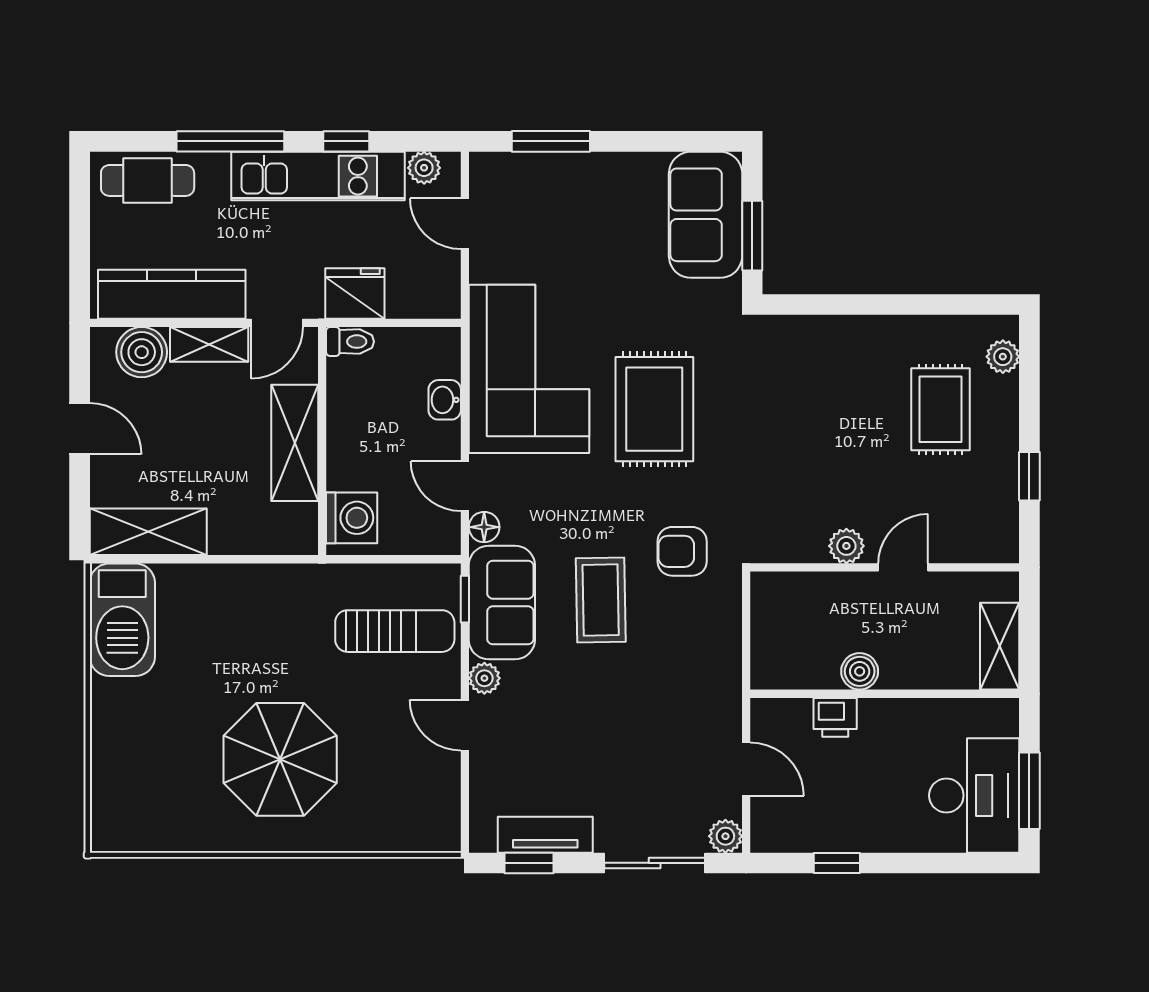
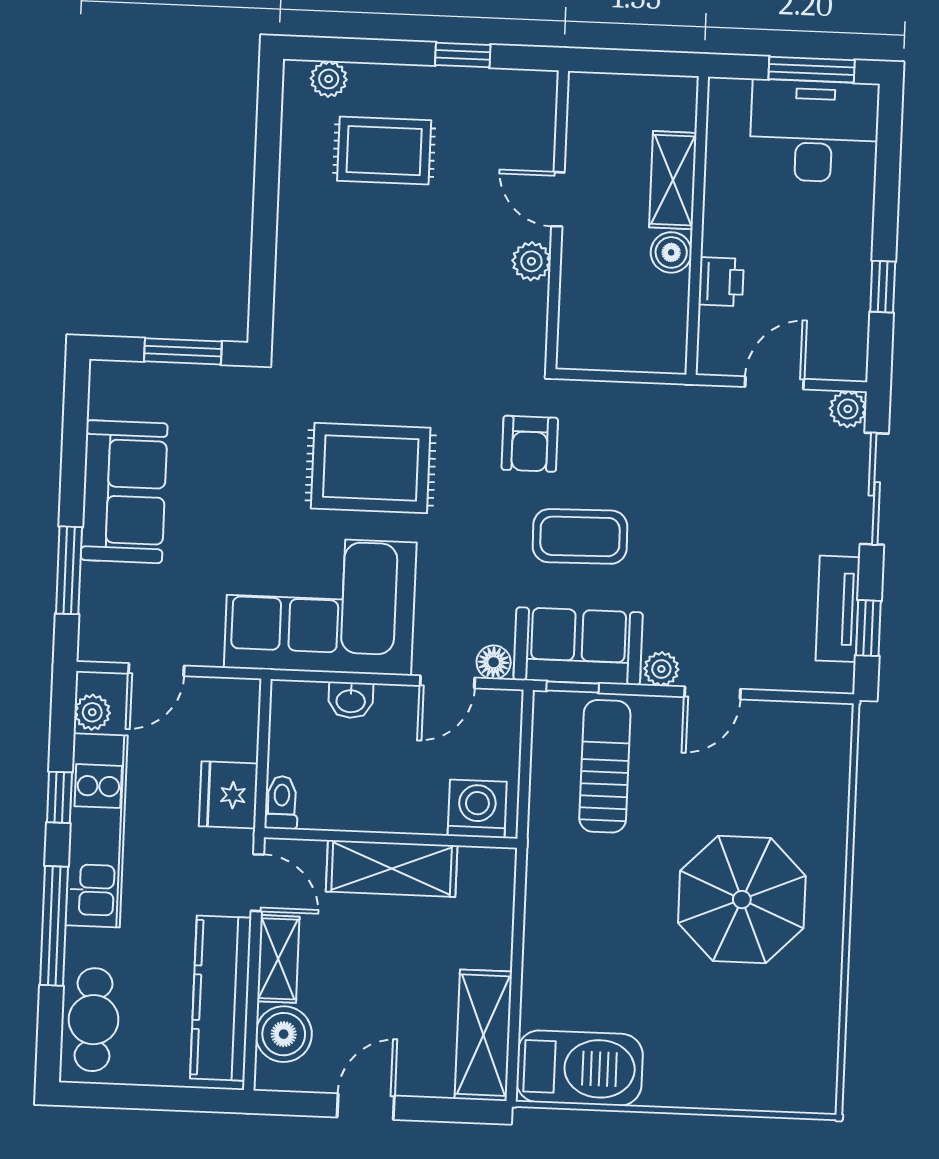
sofa: (706, 215) -> (124, 492), moved, turned -90
shelving: (1000, 646) -> (673, 180), moved, turned 90

